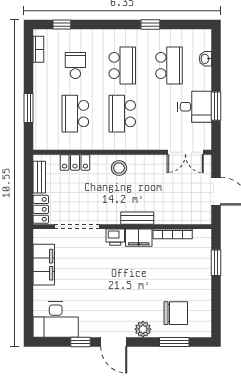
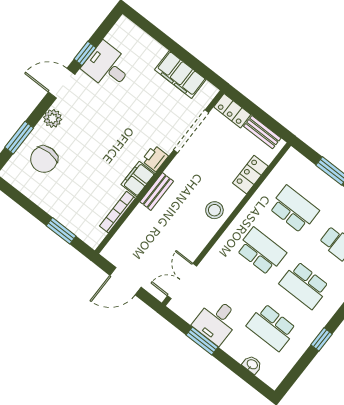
desk: (56, 320) -> (107, 66), moved, width x0.73

